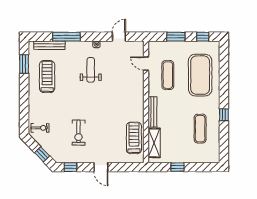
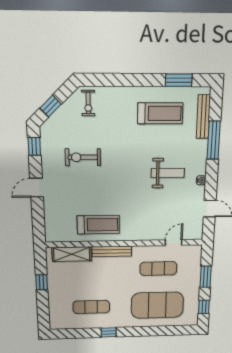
treadmill: (134, 138) -> (98, 225), moved

